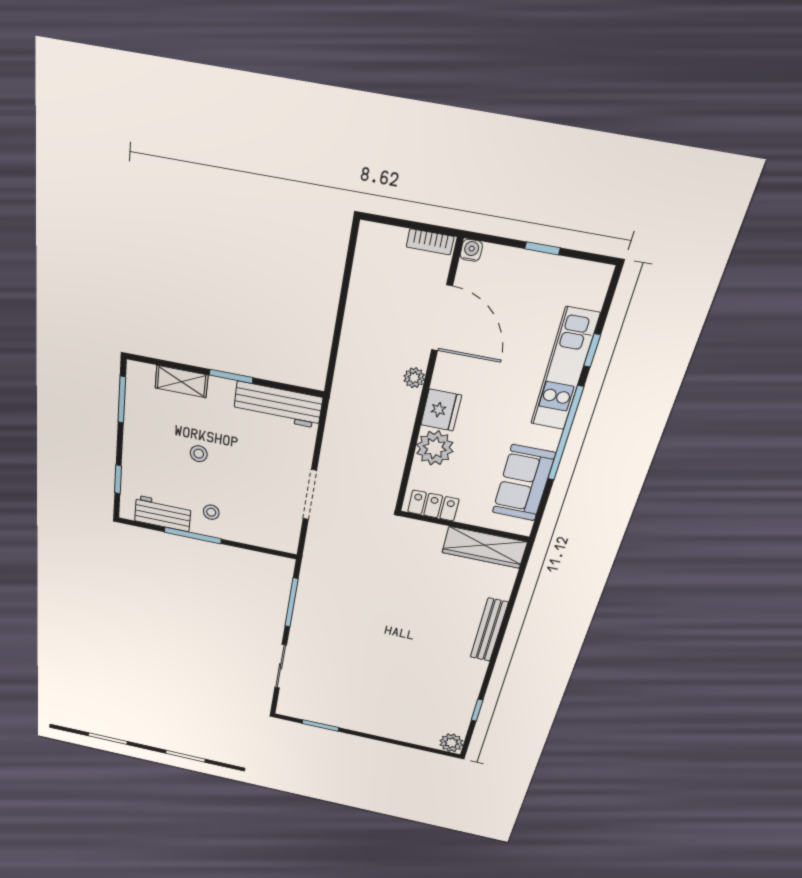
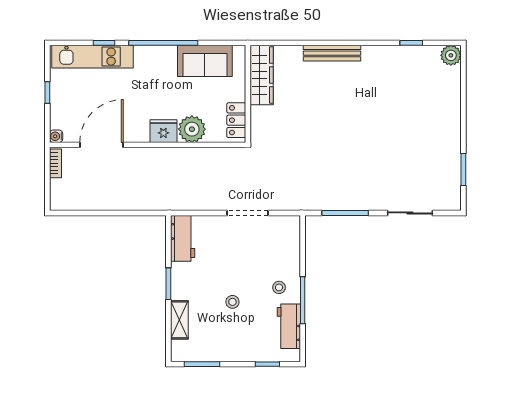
kitchen unit: (565, 370) -> (92, 57), moved
plant: (414, 378) -> (144, 155), removed
workbench: (278, 405) -> (183, 238), width x0.73

